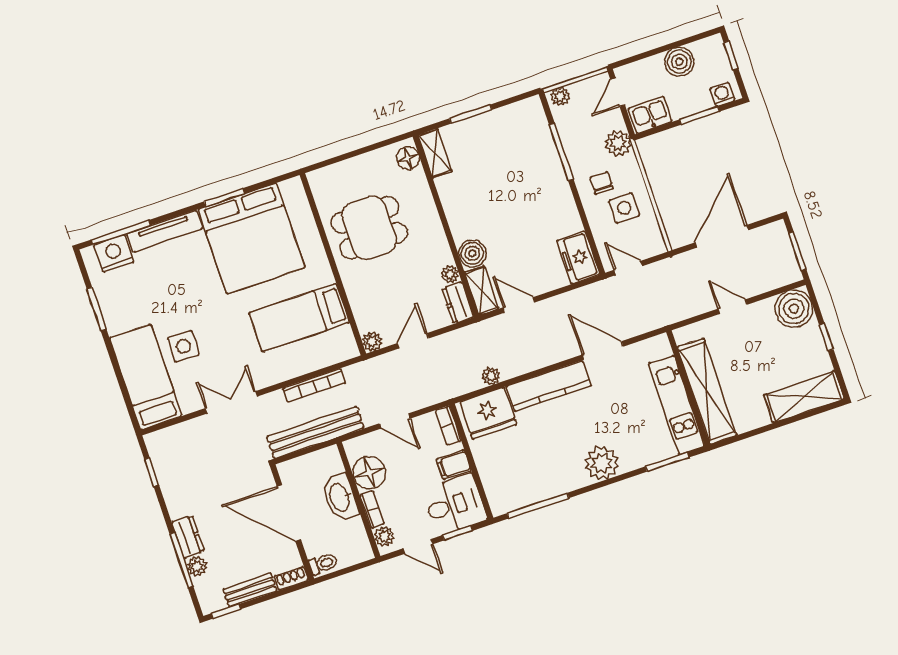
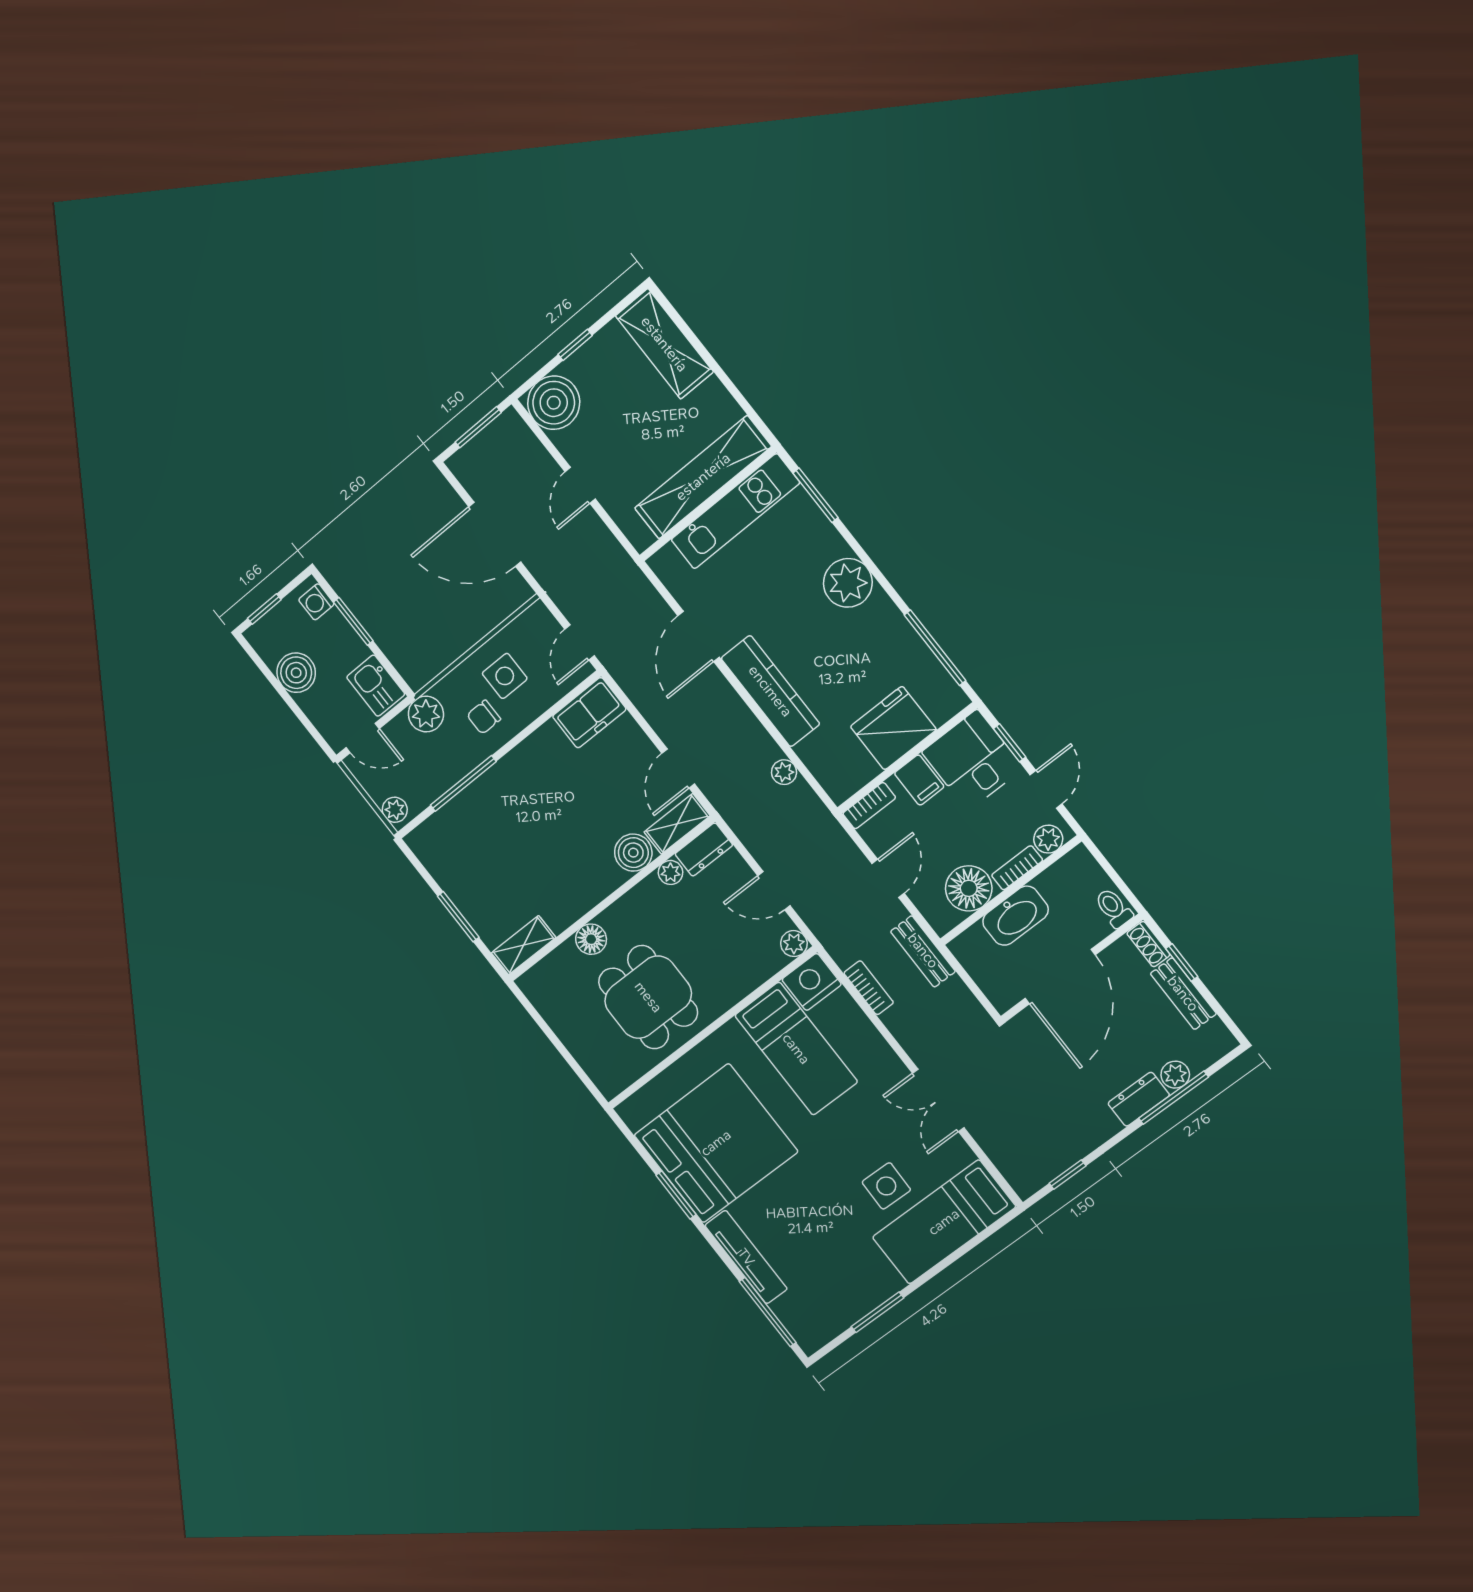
floor lamp: (408, 158) -> (591, 939), moved
nightstand: (114, 253) -> (812, 982), moved, turned 90
bookcase: (314, 385) -> (869, 988), width x0.64
fridge: (488, 413) -> (893, 728), moved, turned -90
bench: (315, 432) -> (923, 951), width x0.54, depth x0.82
window: (226, 611) -> (1182, 962), moved

